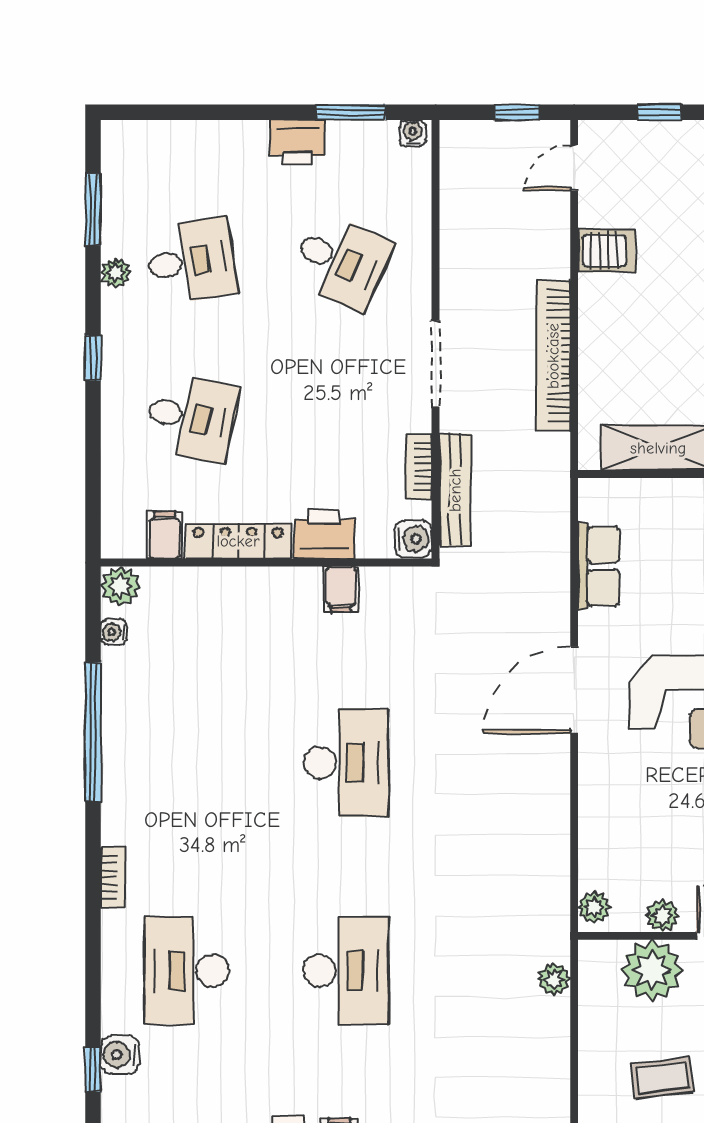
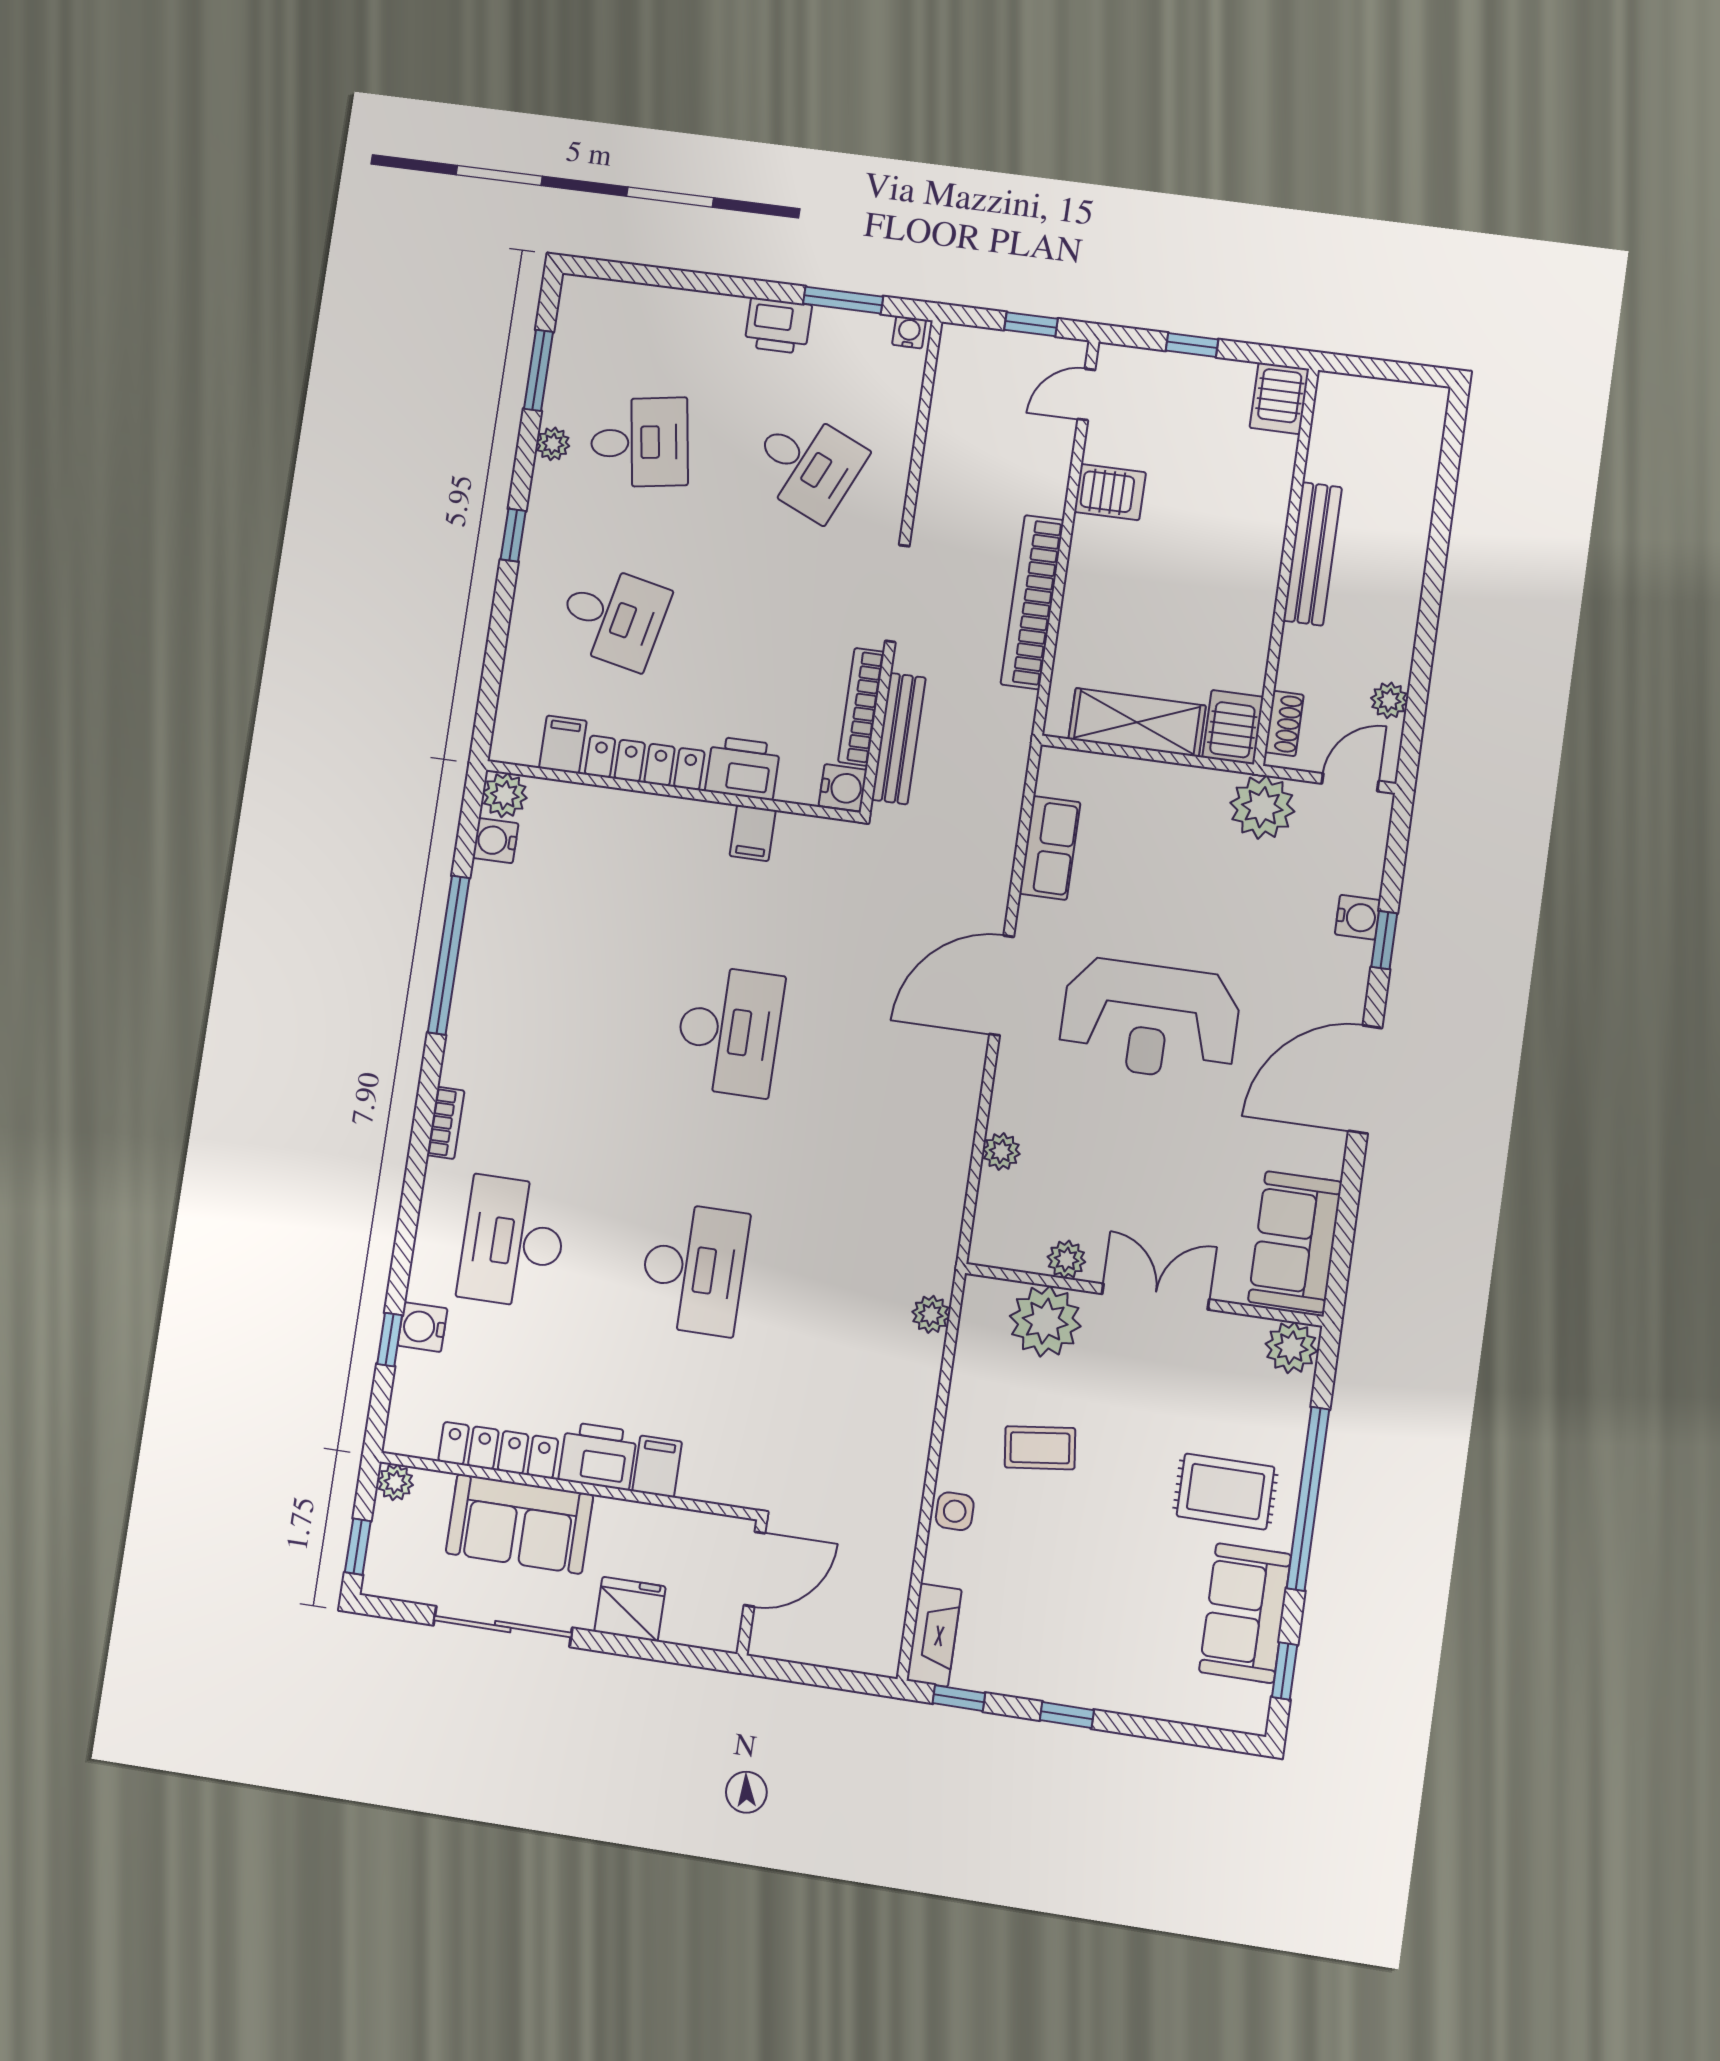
bookcase: (419, 467) -> (861, 707), width x1.56
water cooler: (114, 632) -> (496, 841), width x1.38, depth x1.38
plant: (594, 907) -> (1001, 1151), moved

